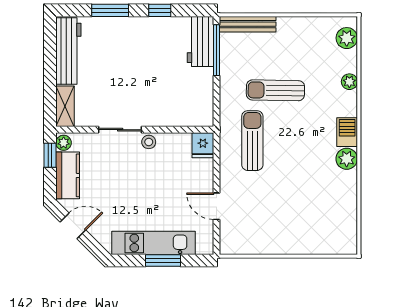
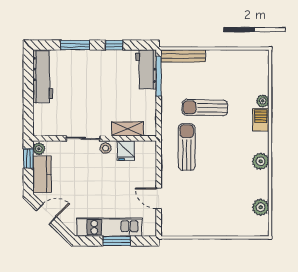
plant: (347, 38) -> (261, 207), moved
shelving: (65, 106) -> (128, 129), moved, turned 90
barbecue: (347, 132) -> (261, 120), moved
fridge: (203, 145) -> (126, 151), moved

